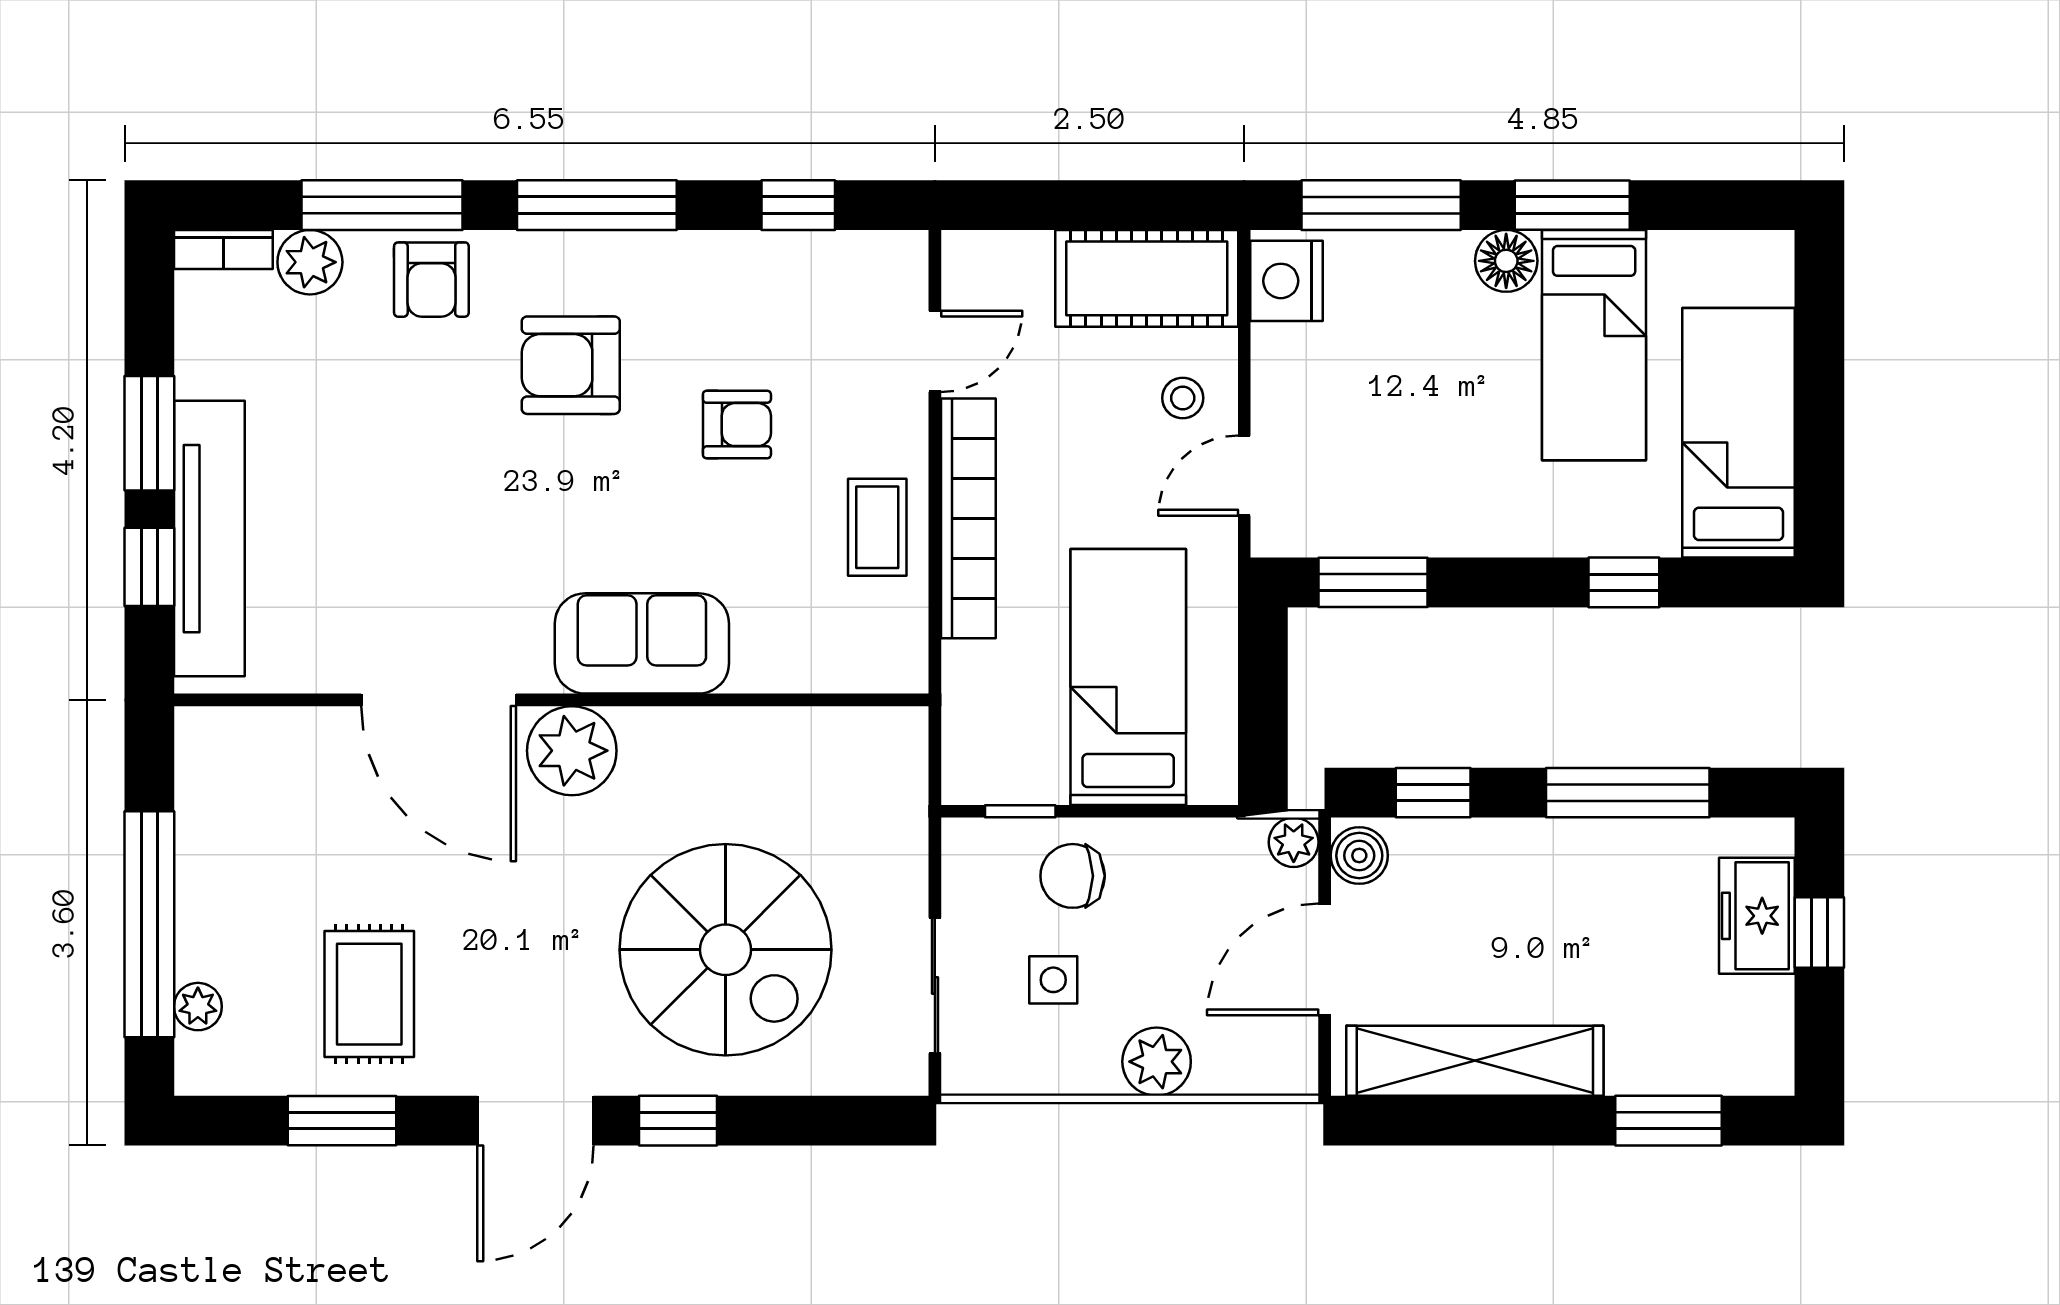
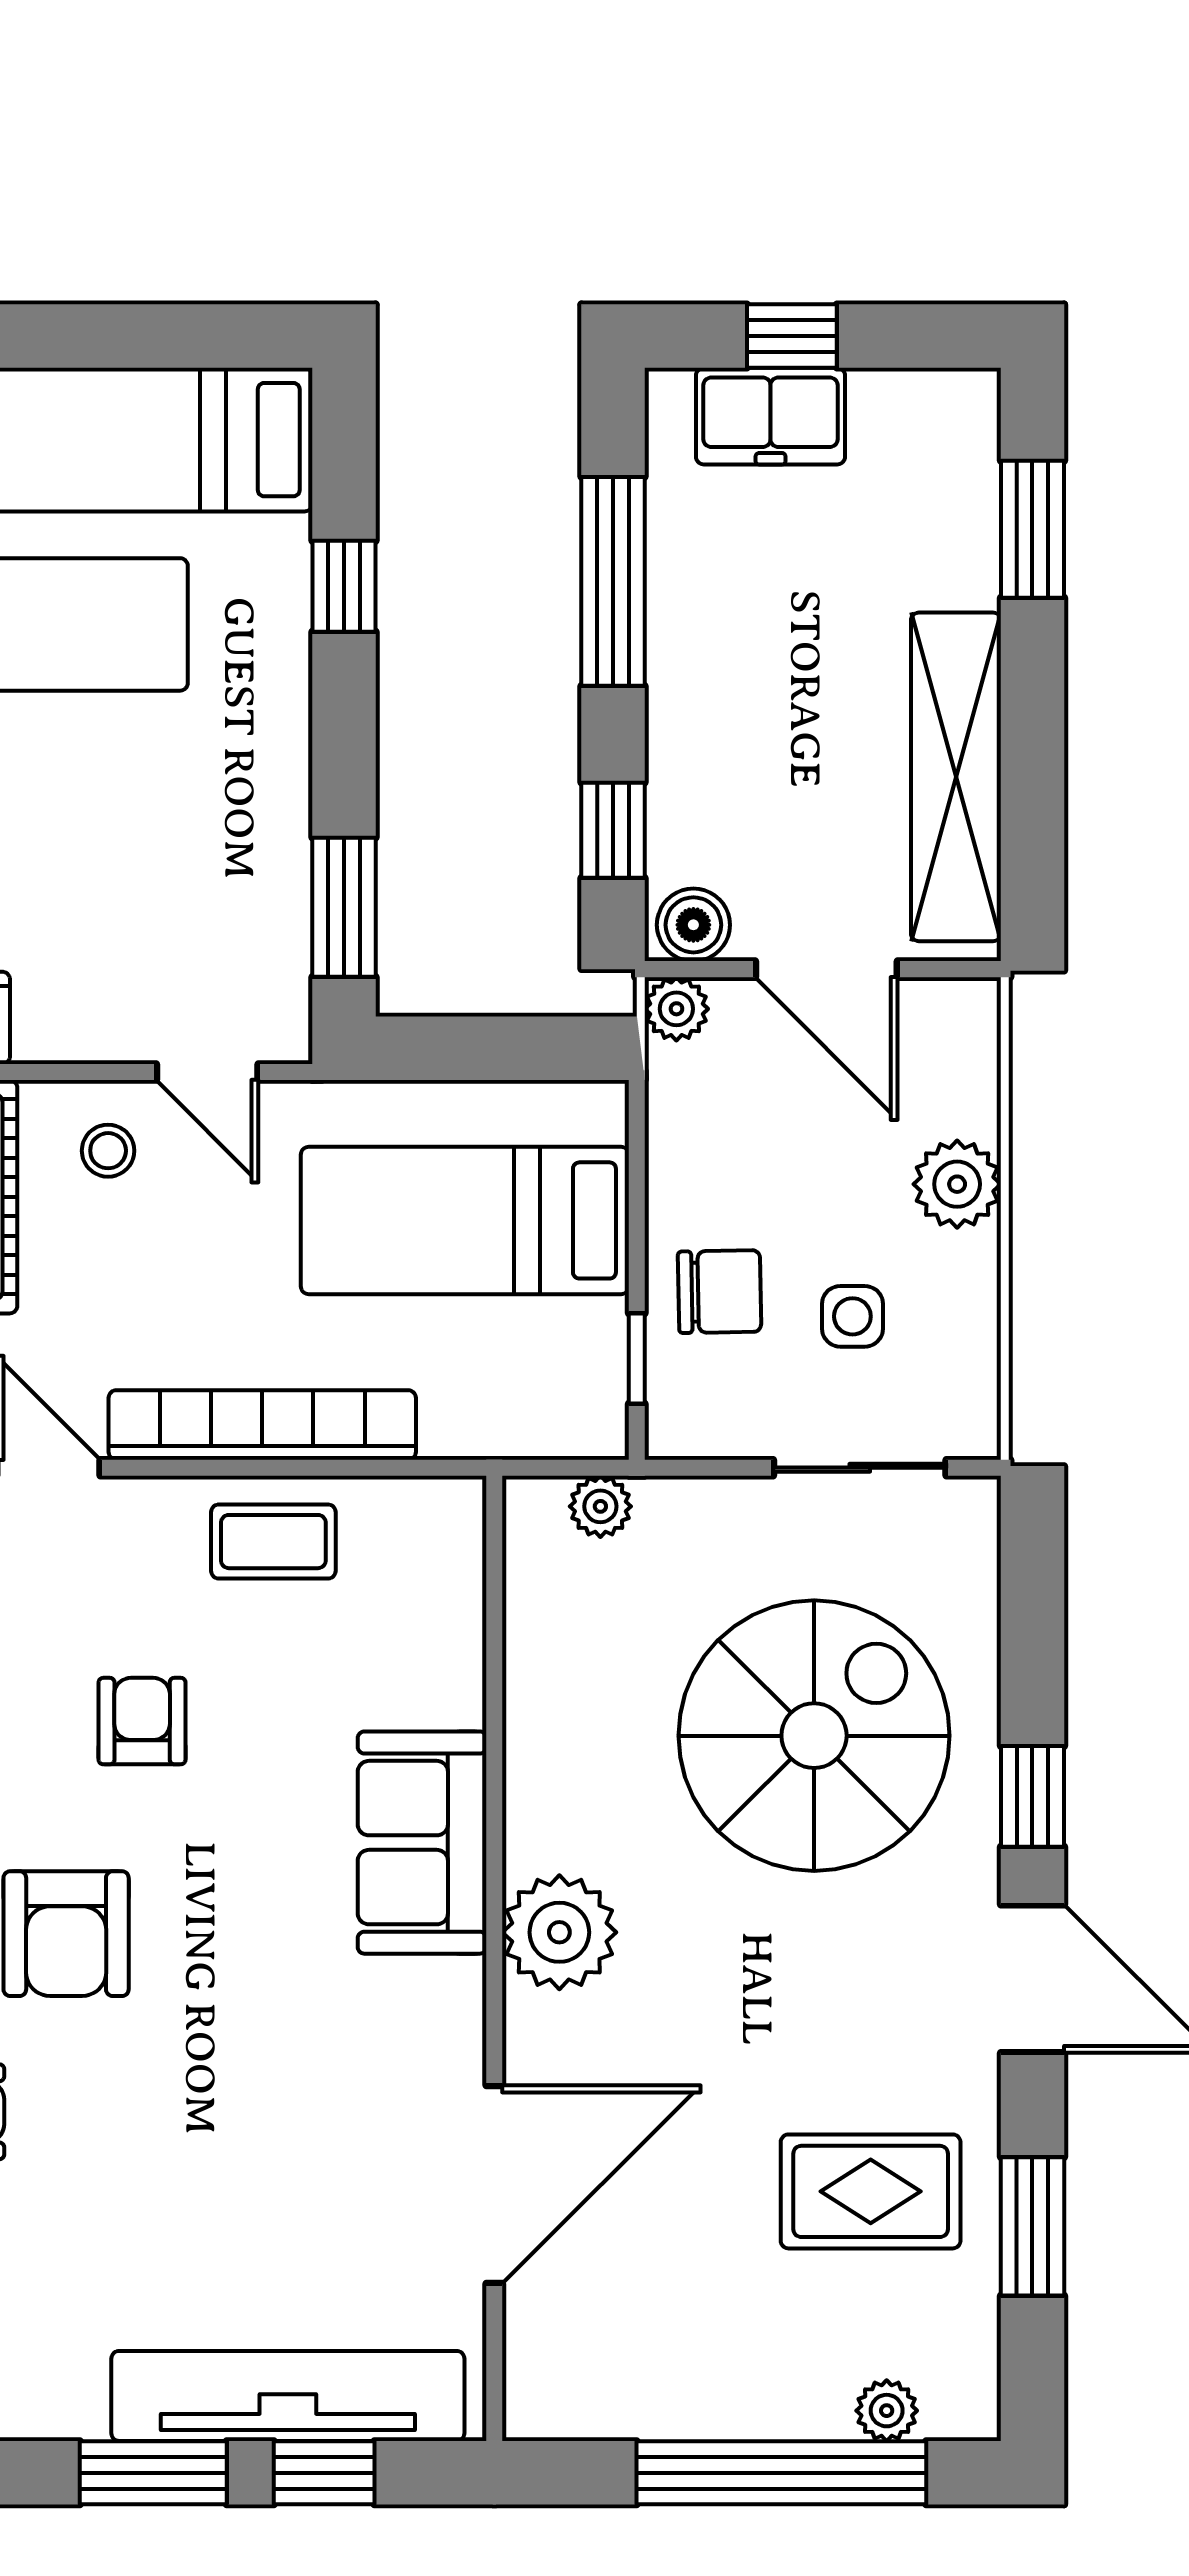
door: (439, 700) -> (494, 2185), moved
plant: (905, 783) -> (600, 1506), added
chair: (1073, 876) -> (720, 1292), turned -91

